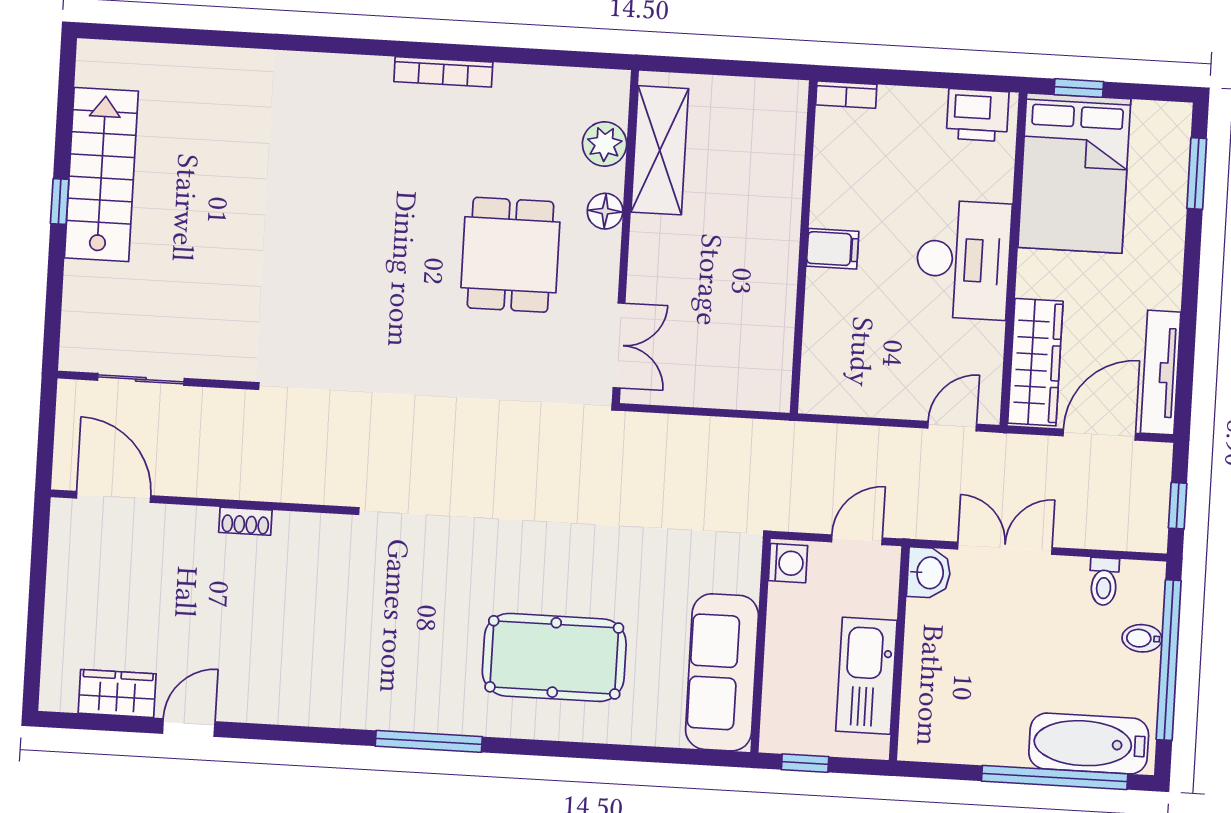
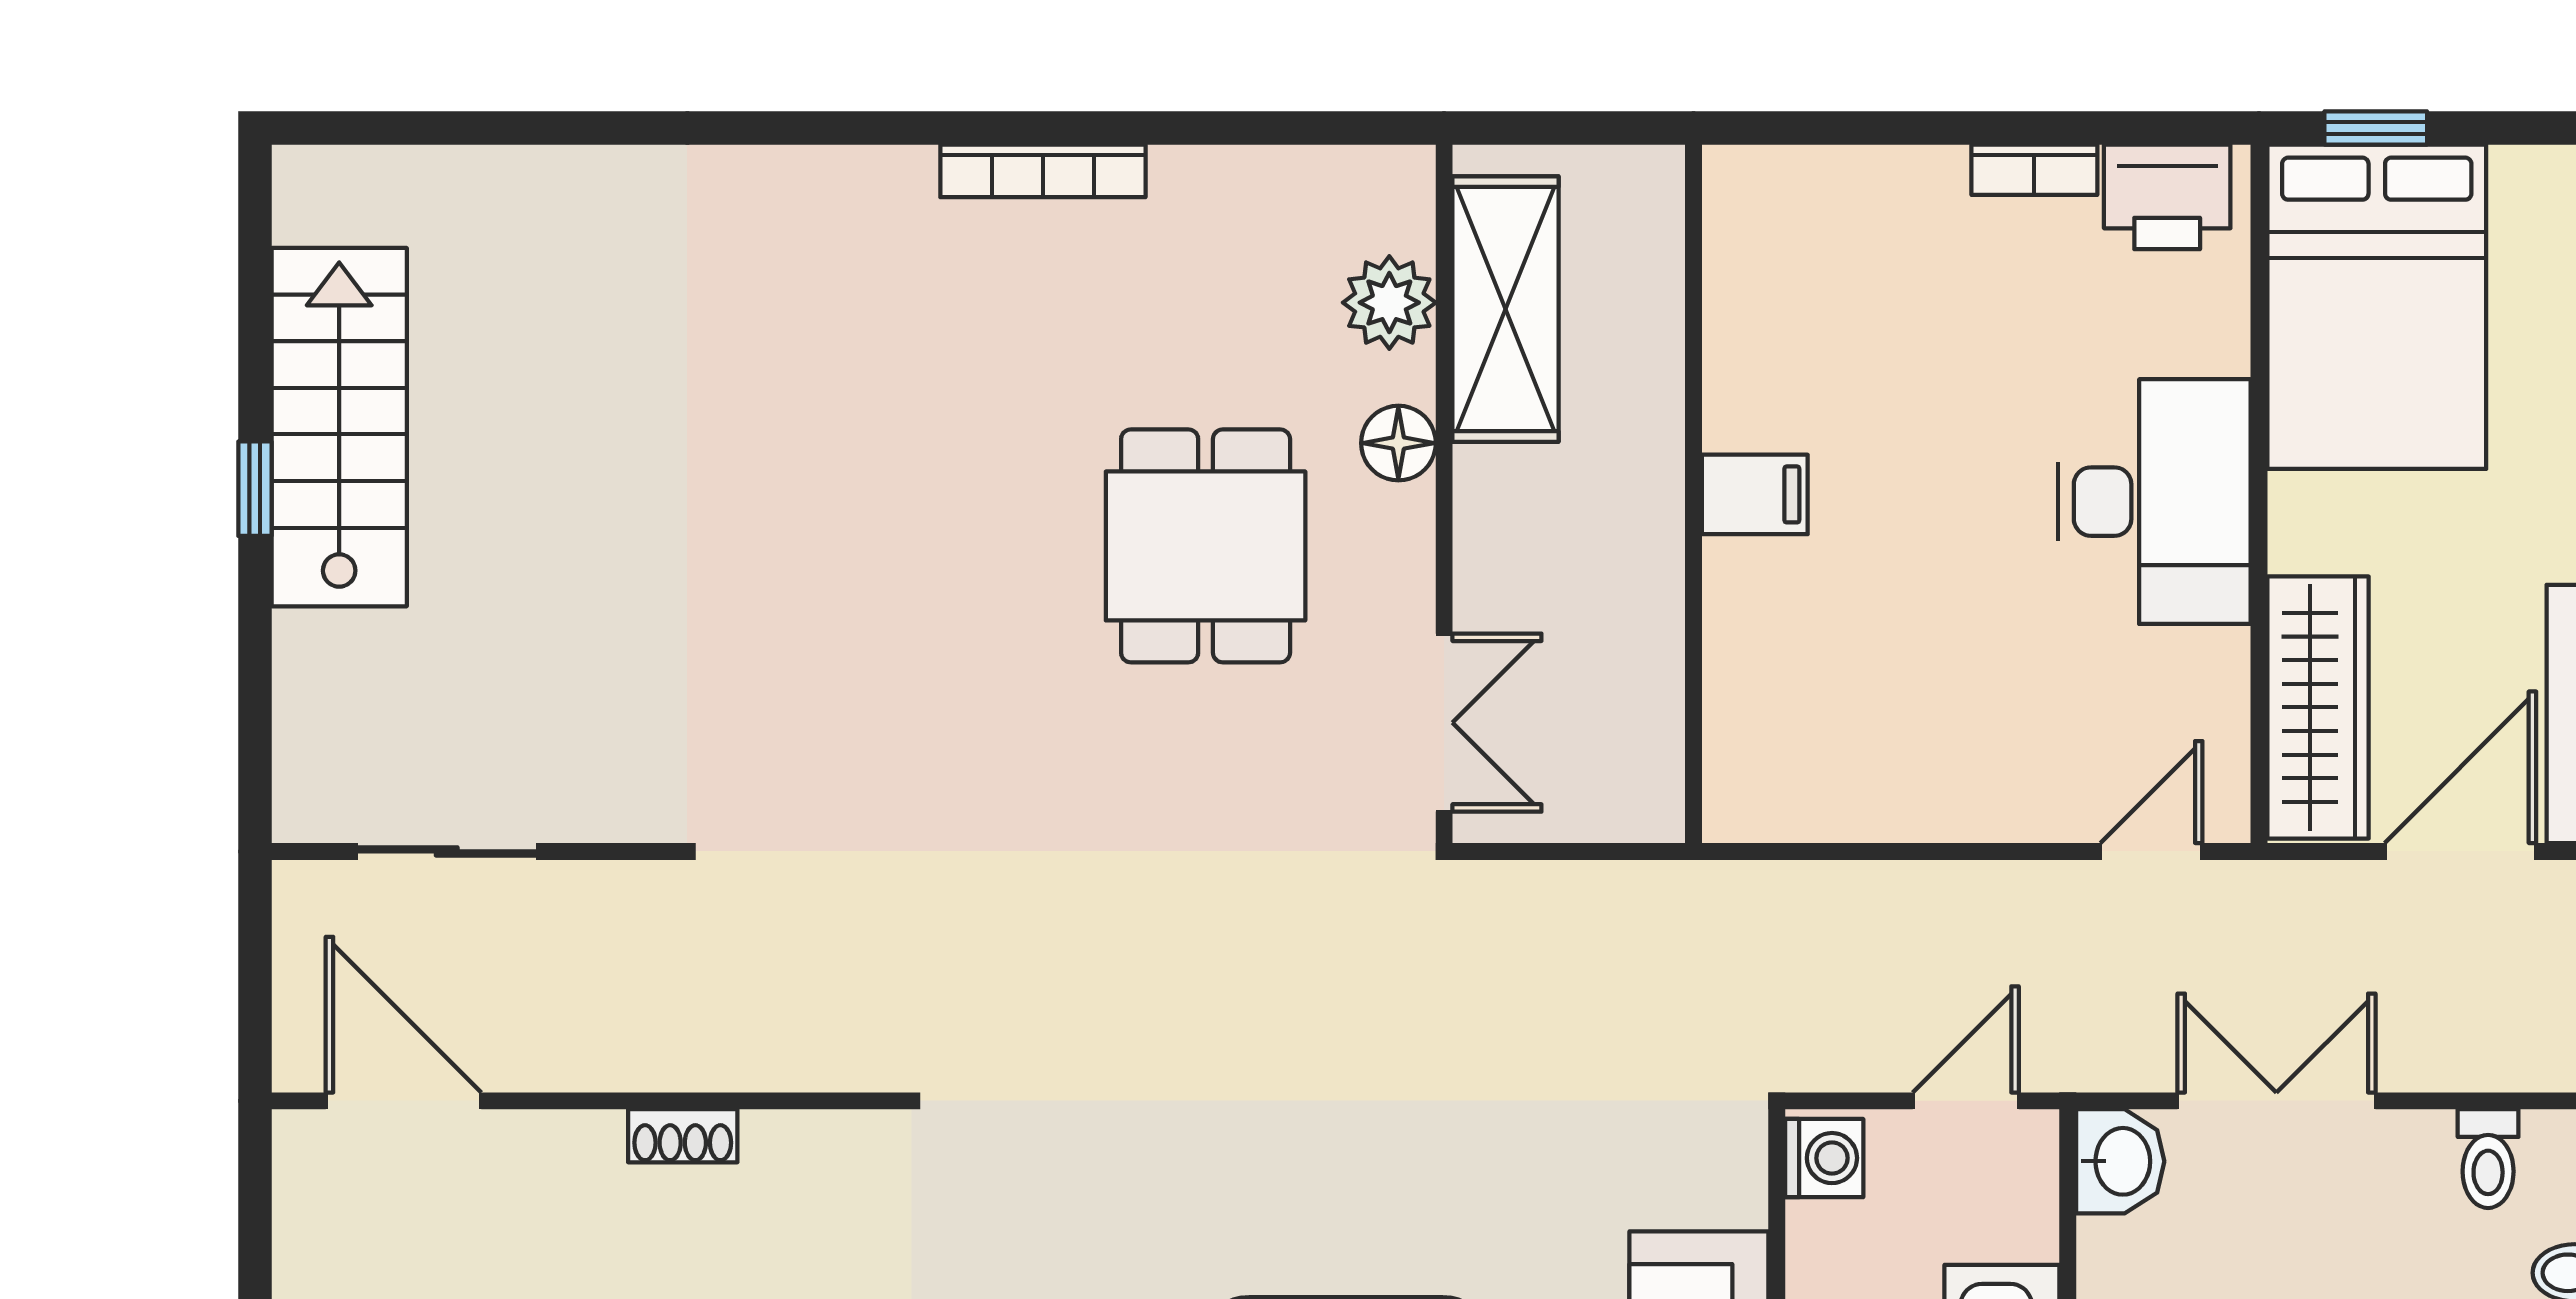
bookcase: (846, 95) -> (2034, 170), moved
wall: (803, 247) -> (1694, 494), moved
filing cabinet: (833, 249) -> (1755, 494), moved

